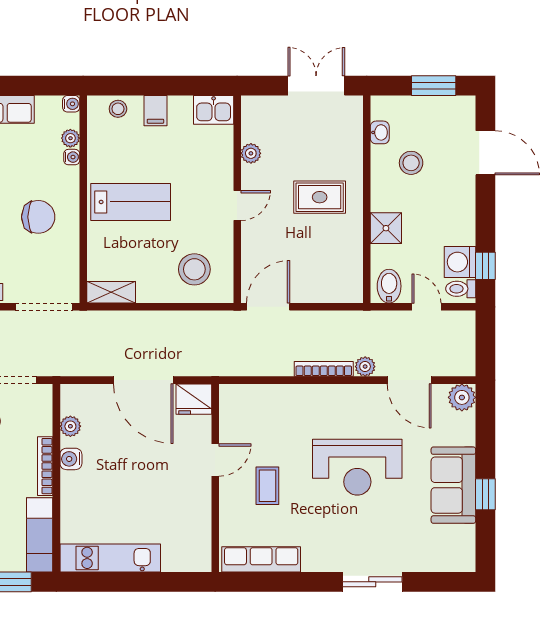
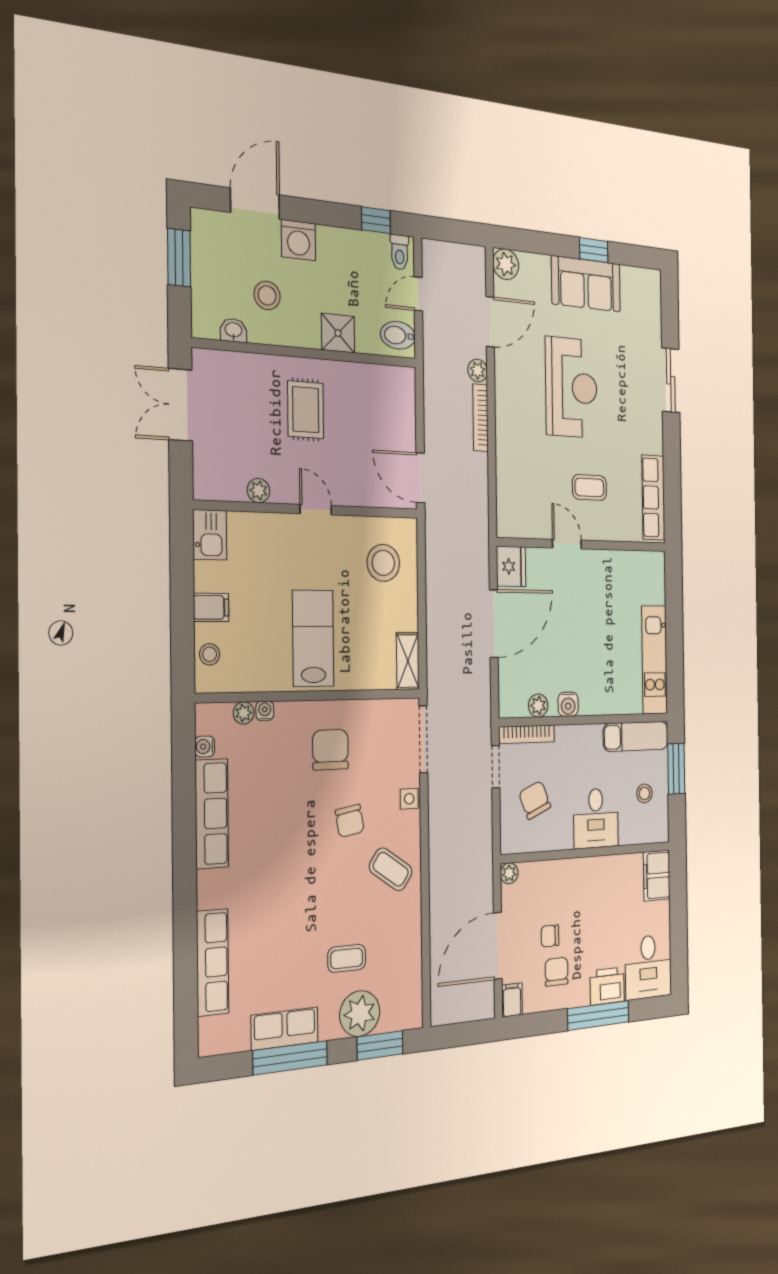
water cooler: (71, 104) -> (205, 746), moved, turned -90
washing machine: (460, 262) -> (299, 240), moved
bookcase: (45, 466) -> (527, 734), moved

